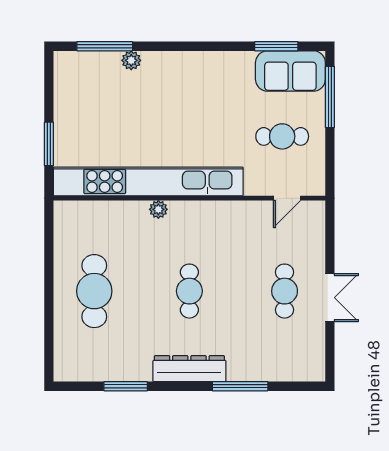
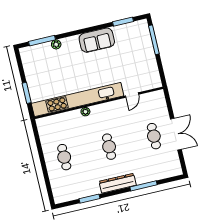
sofa: (290, 71) -> (97, 40), moved
cafe table: (282, 136) -> (136, 64), removed
door: (287, 198) -> (132, 95), moved
cafe table: (94, 291) -> (64, 157), width x0.73, depth x0.74
double door: (330, 298) -> (176, 134), width x1.37

